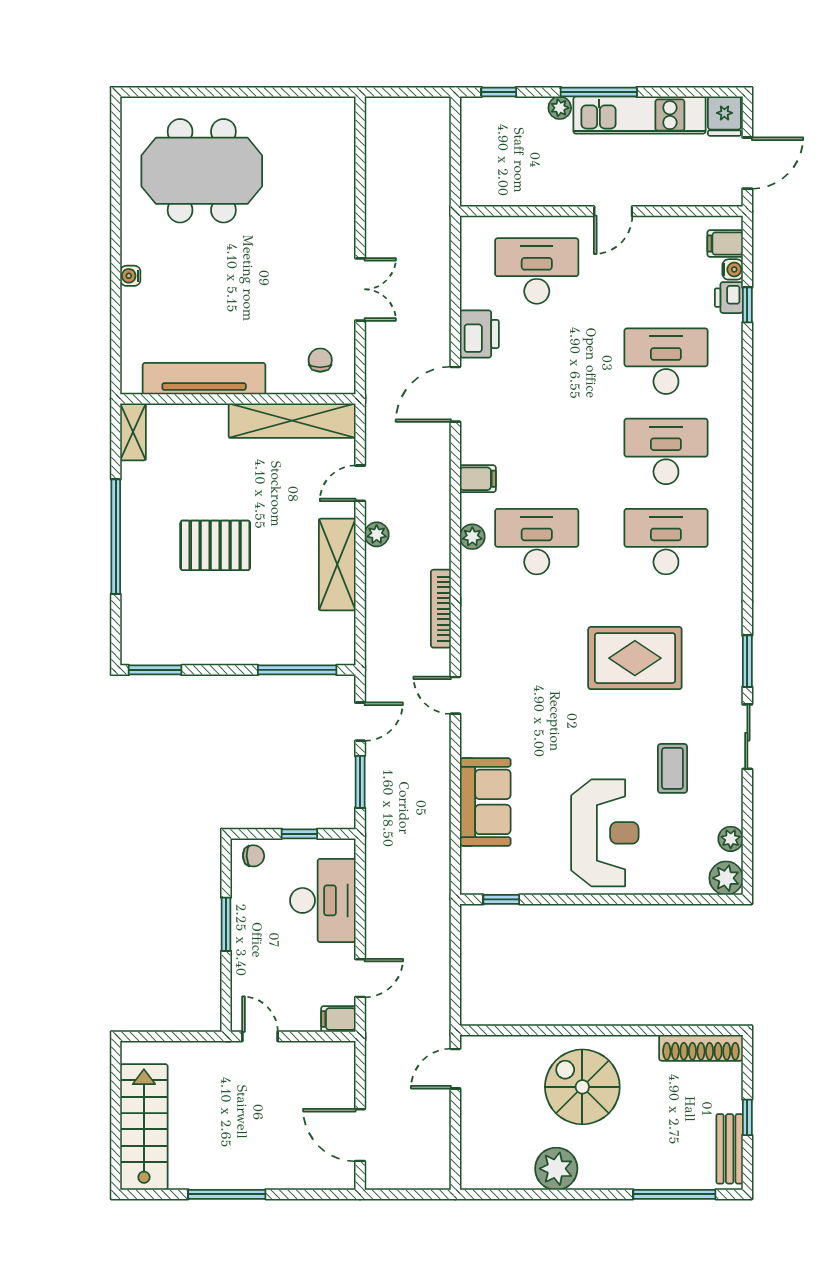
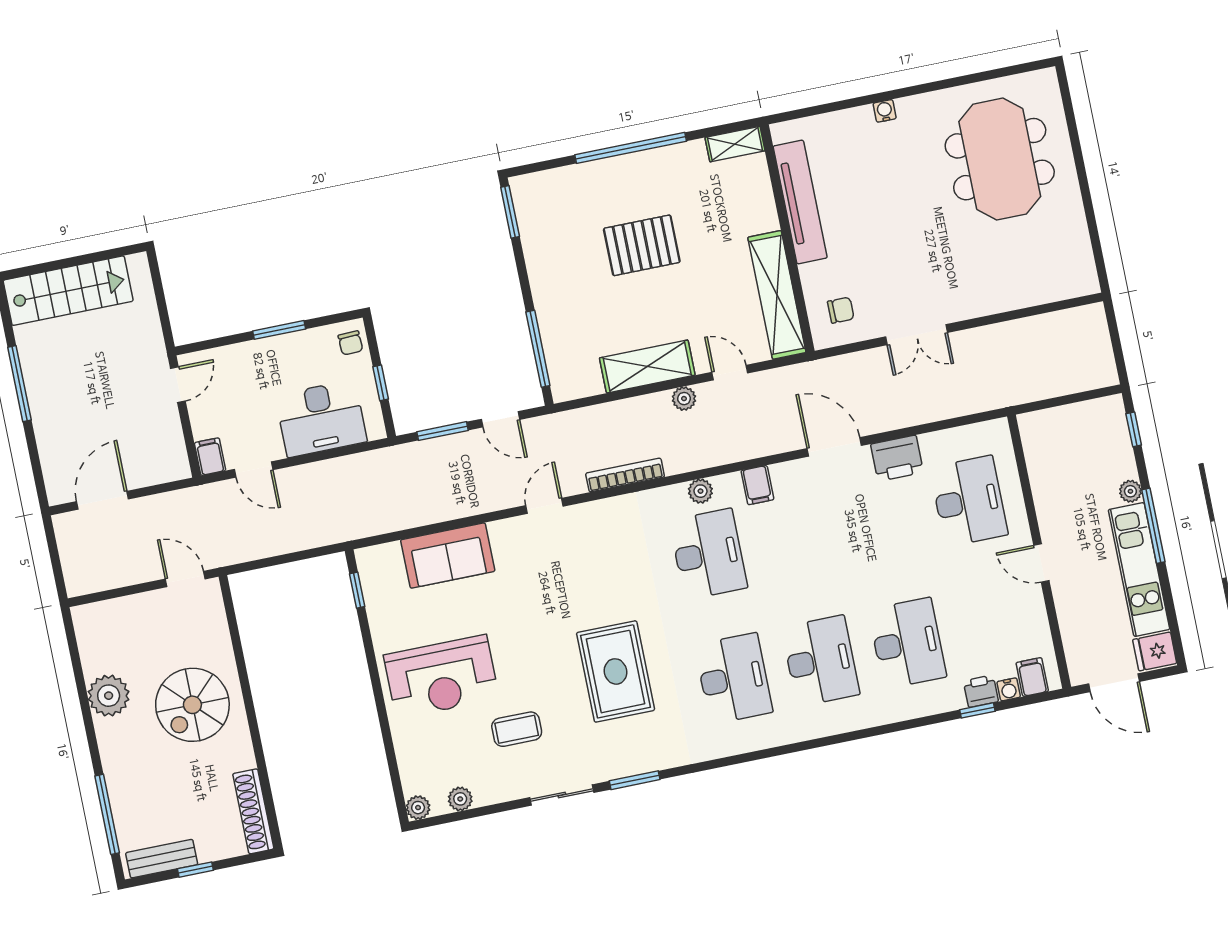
pallet: (215, 545) -> (642, 245), turned 90
plant: (726, 878) -> (418, 808), width x0.73, depth x0.73
spiral stairs: (582, 1087) -> (192, 705), turned 180

